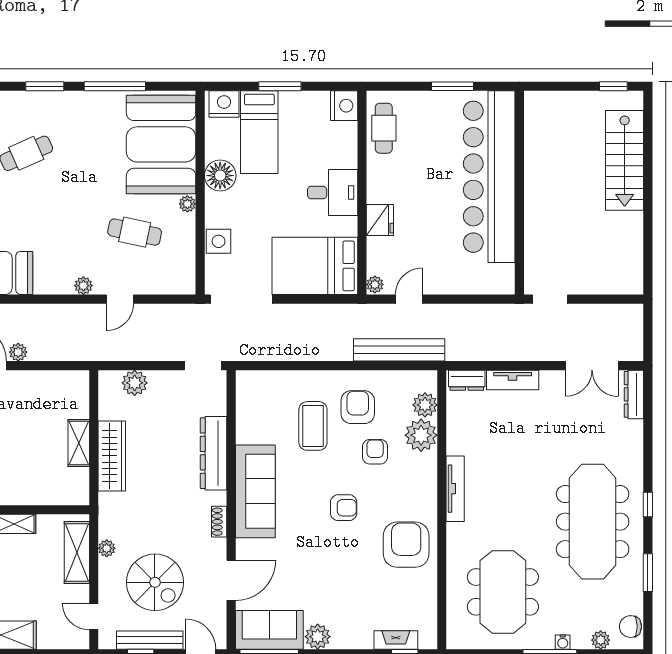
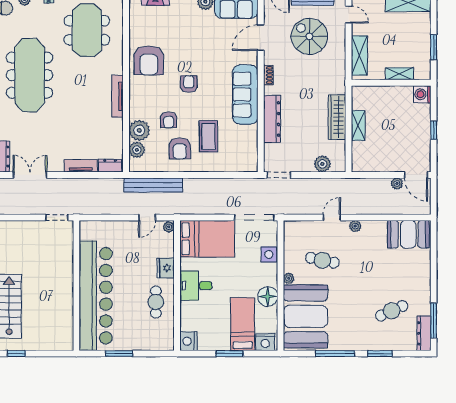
cafe table: (384, 128) -> (156, 302), moved
armchair: (344, 508) -> (189, 84), turned 90
plant: (107, 548) -> (340, 58), removed

